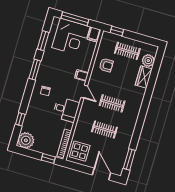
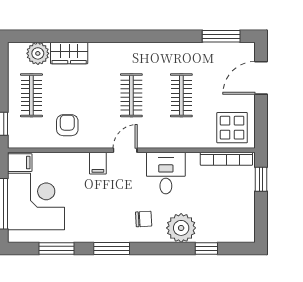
plant: (26, 140) -> (181, 228), moved

